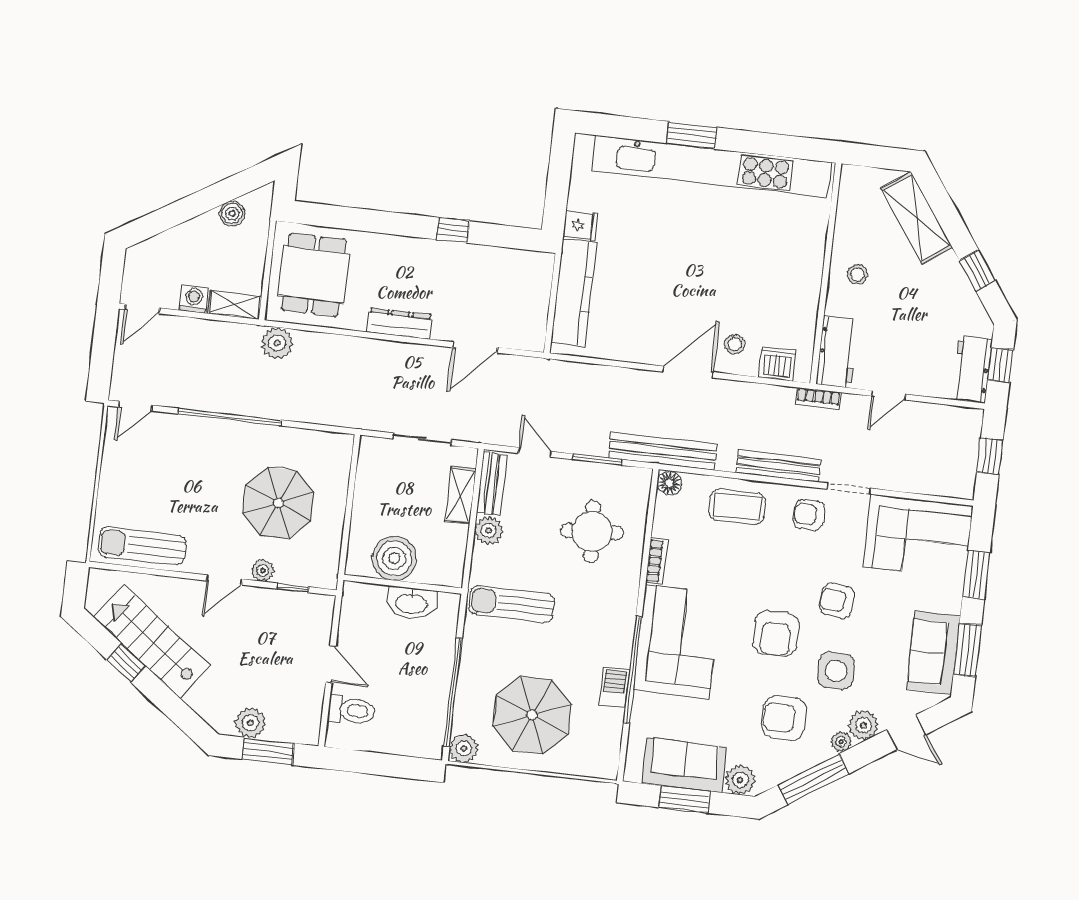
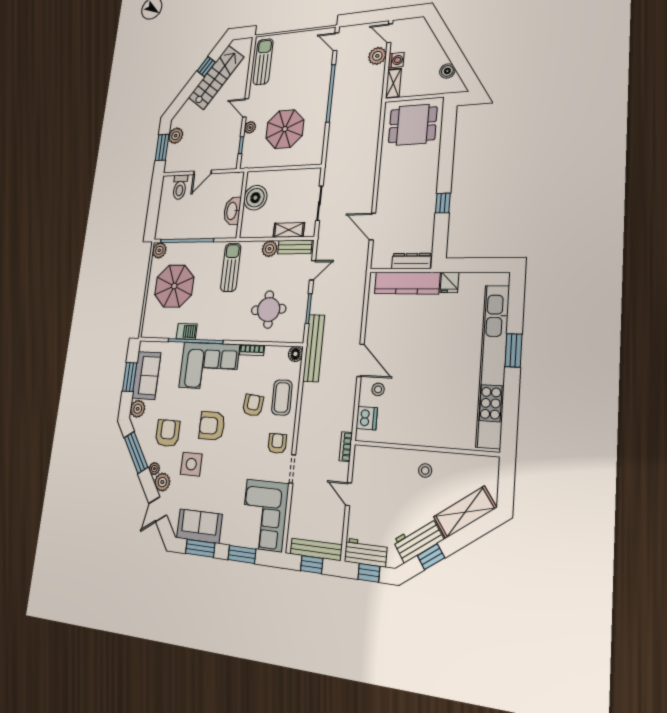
dresser: (400, 323) -> (411, 261), moved, turned -90
plant: (277, 343) -> (377, 56), moved
workbench: (837, 352) -> (418, 540), moved, turned 145
bench: (779, 466) -> (316, 549), moved, turned 90
armchair: (837, 601) -> (253, 405), moved

